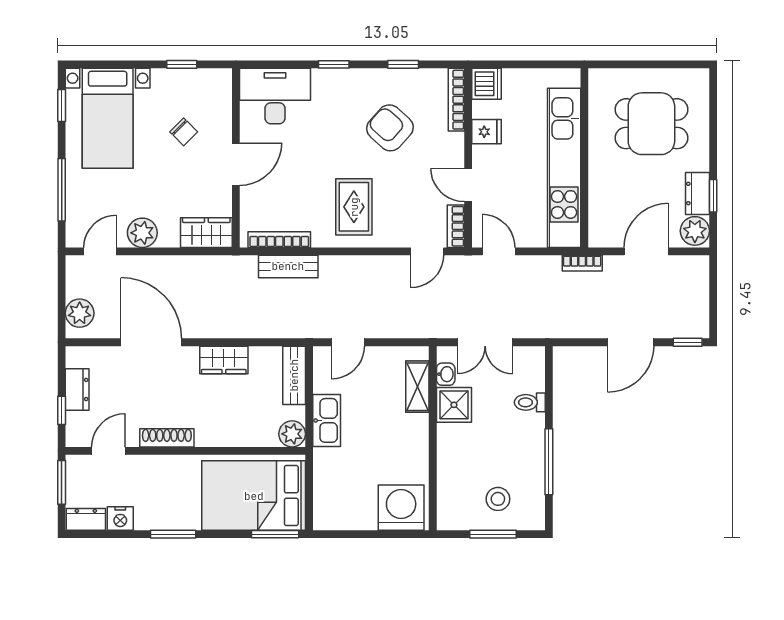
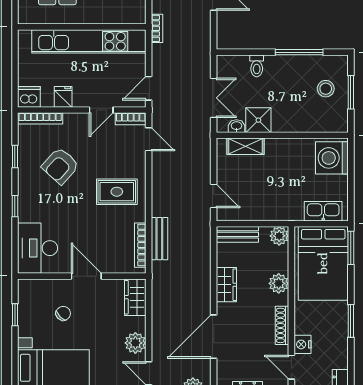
kitchen sink: (327, 420) -> (323, 211), moved
plant: (226, 433) -> (279, 283), added
nightstand: (120, 519) -> (302, 344), moved, turned 180

